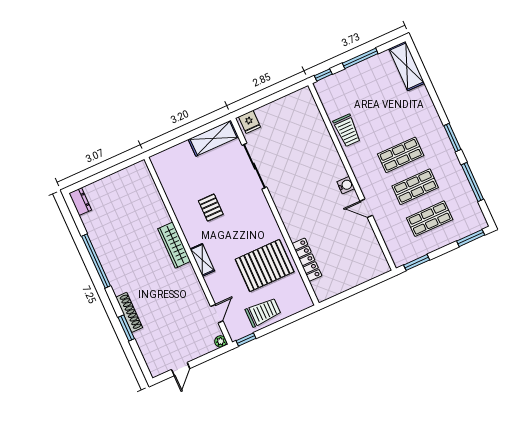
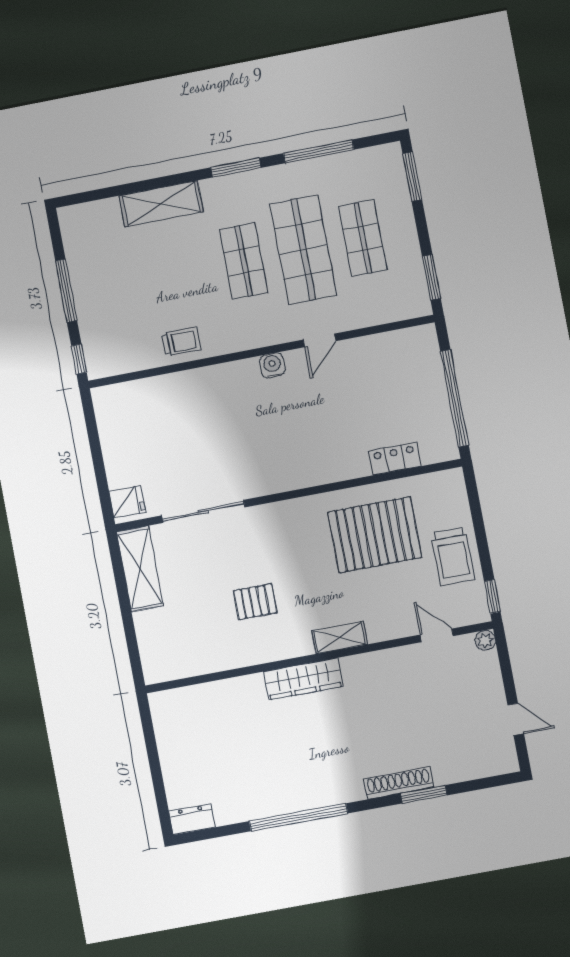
shelving: (407, 66) -> (161, 204), moved
trolley: (347, 130) -> (181, 342), width x0.73, depth x0.72
shop shelf: (415, 187) -> (303, 250), width x1.43, depth x1.36
locker: (307, 260) -> (395, 459), width x0.66
pallet: (265, 266) -> (375, 535), turned 90
window: (352, 292) -> (454, 398), added
trolley: (263, 312) -> (453, 556), turned 180

